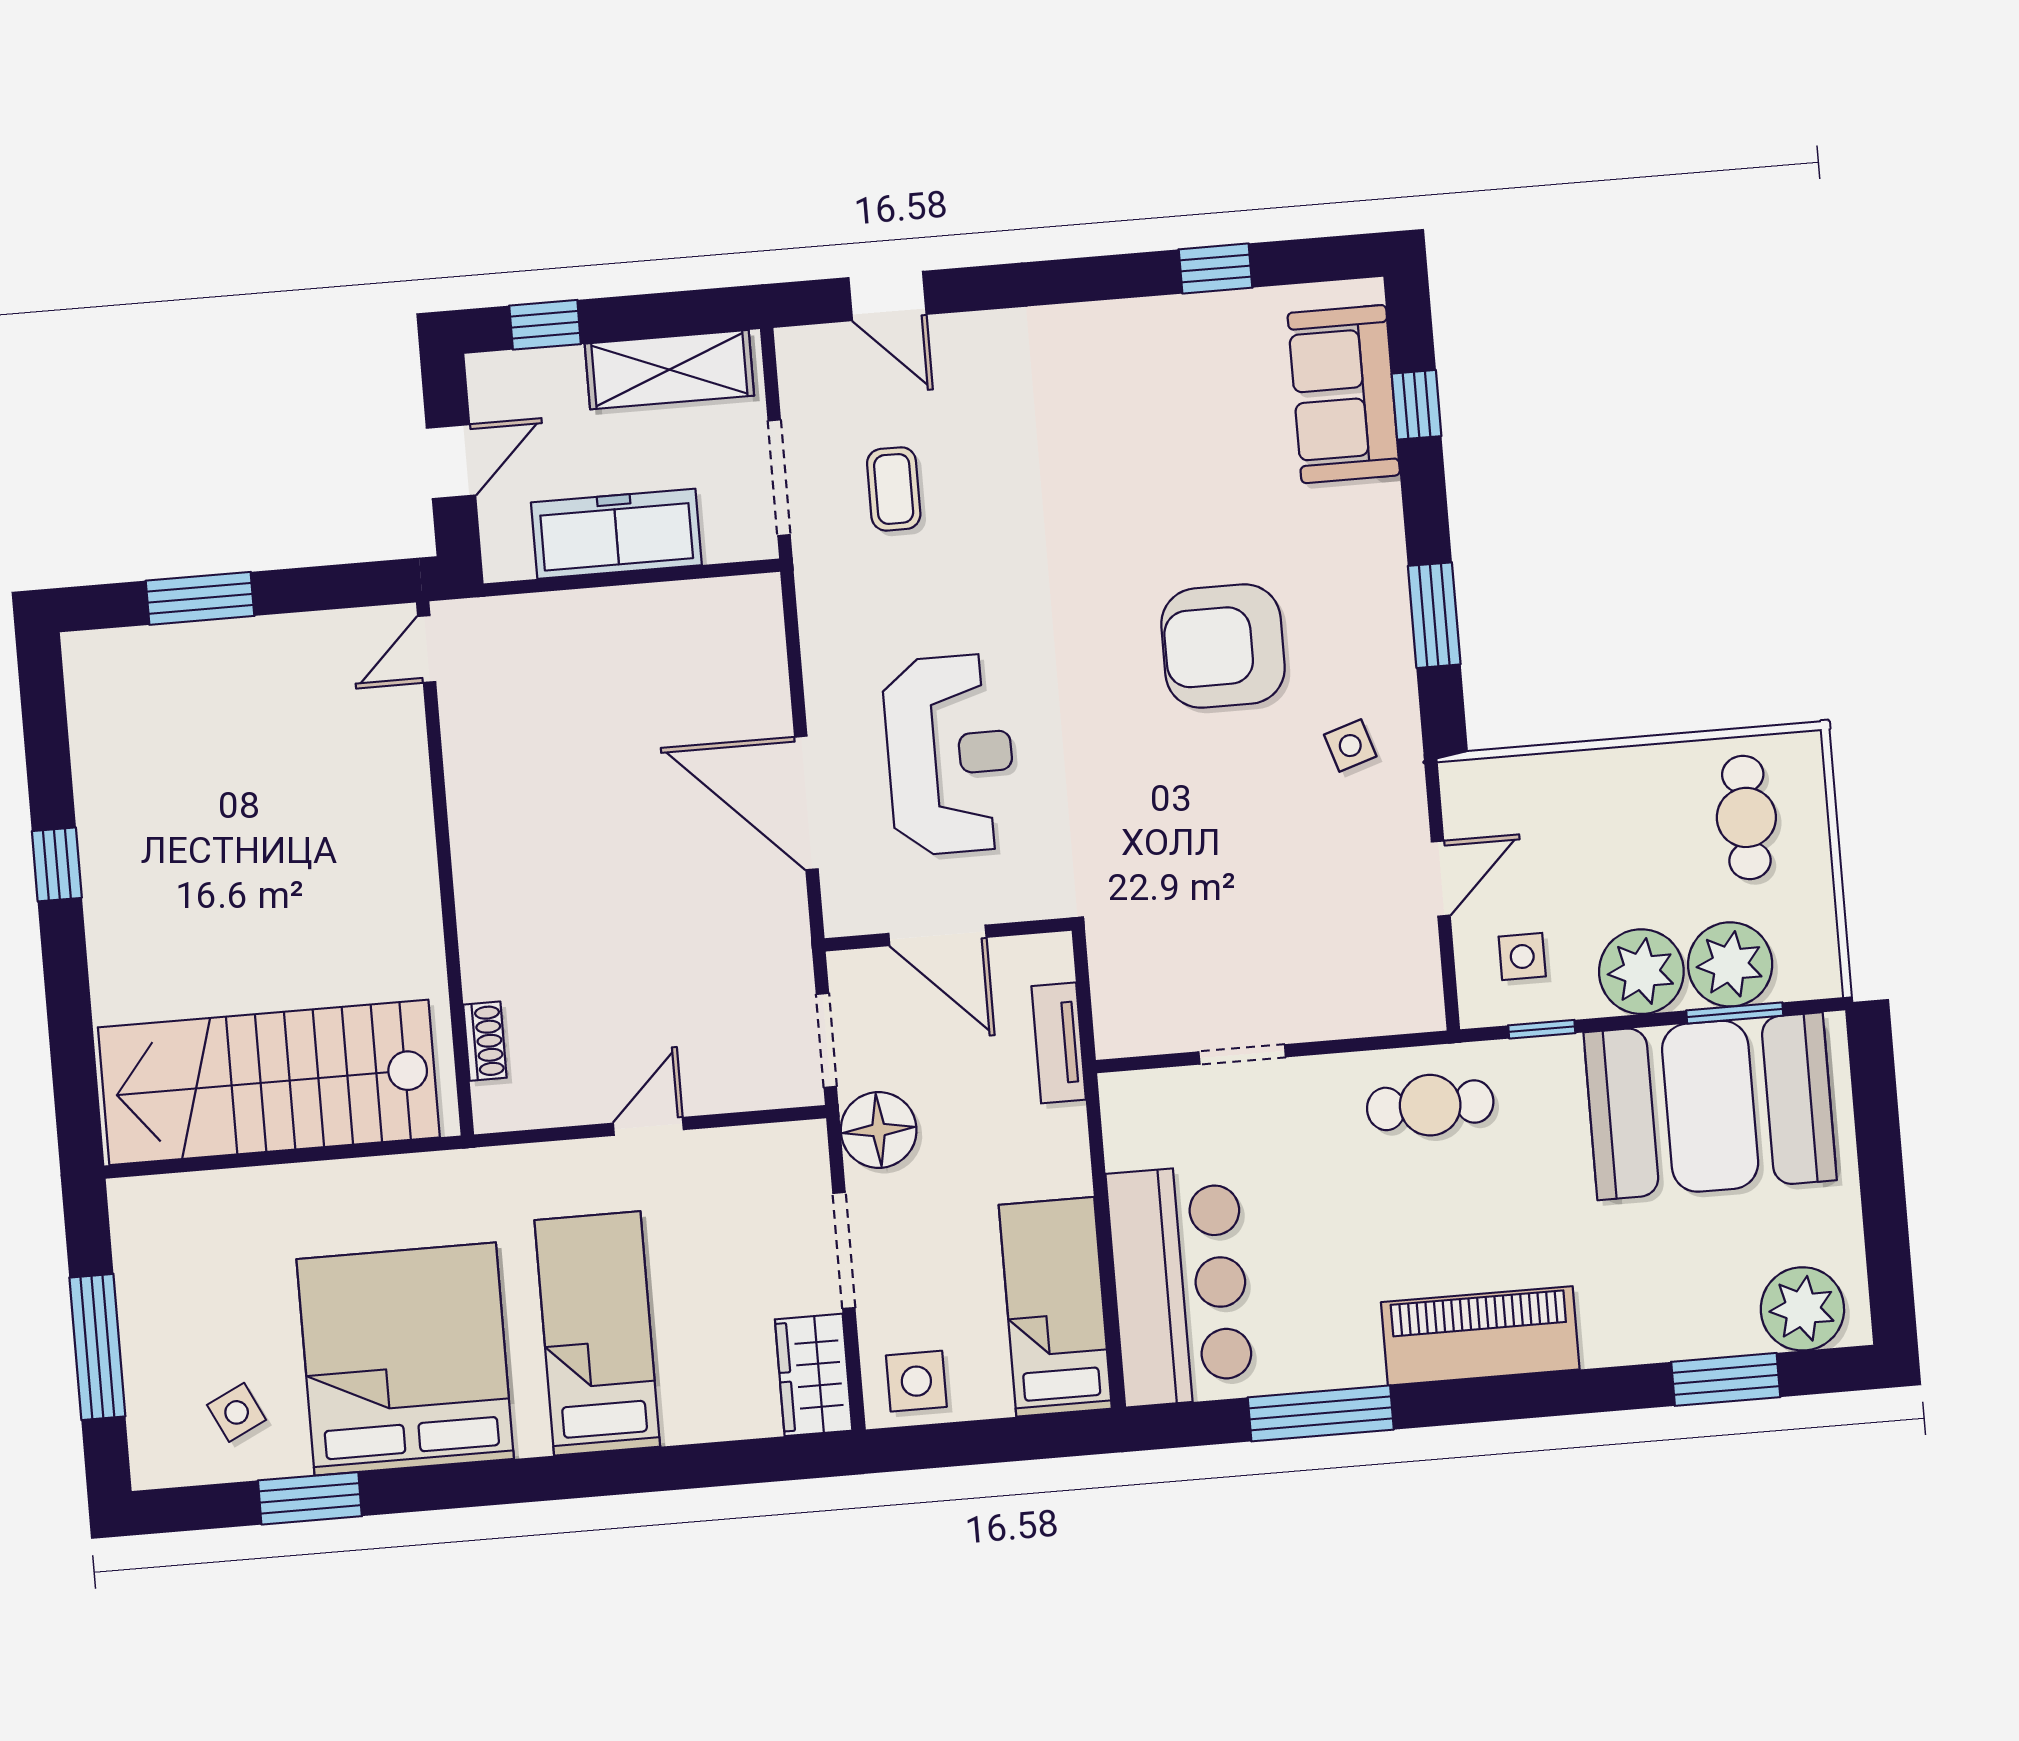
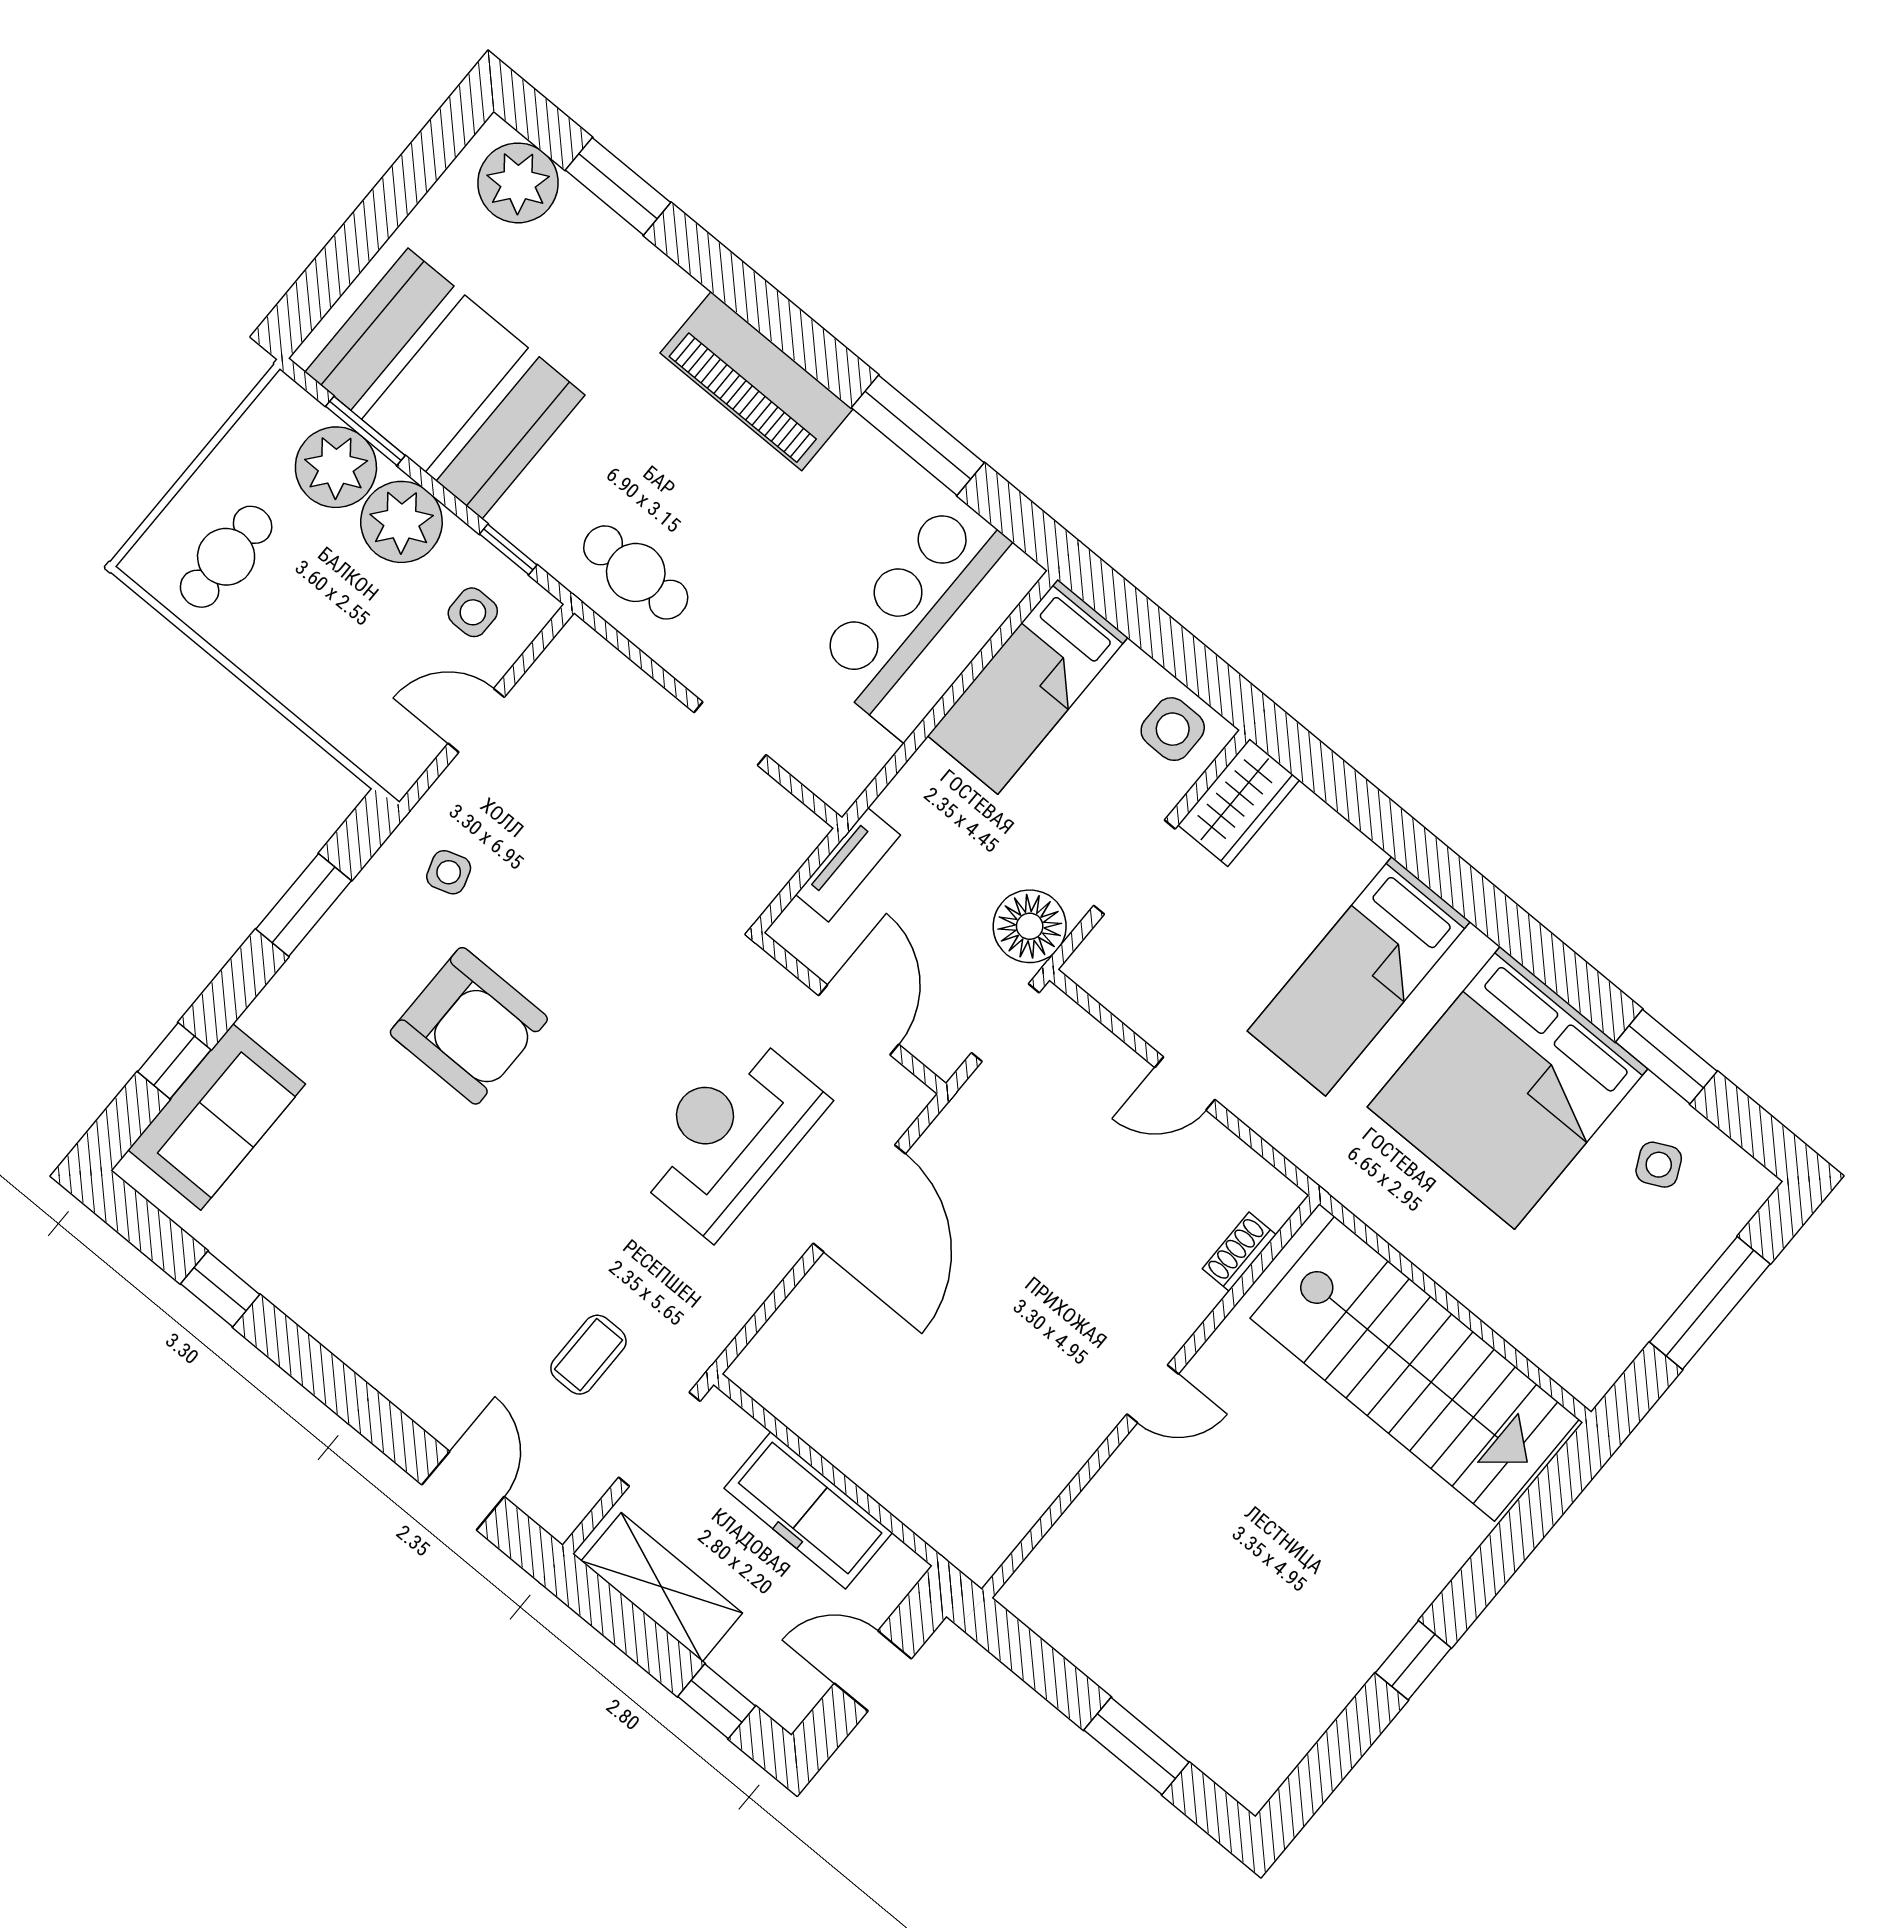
door: (427, 649) -> (1153, 1394), moved

